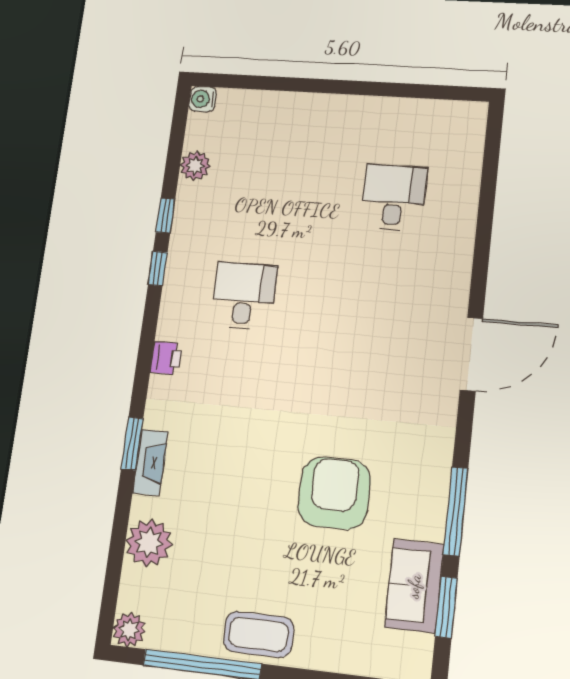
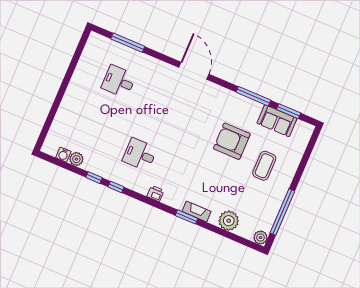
water cooler: (203, 99) -> (63, 155), moved
window: (488, 188) -> (128, 43), added
coffee table: (259, 634) -> (264, 166), moved

